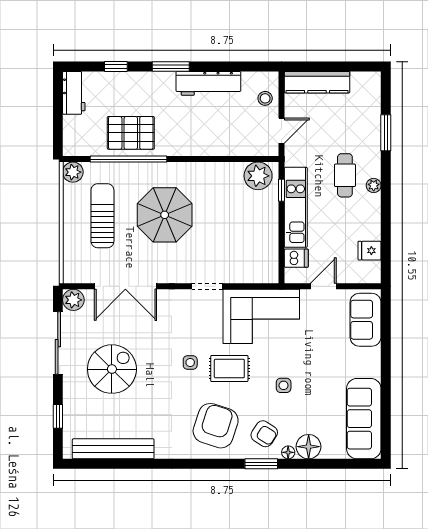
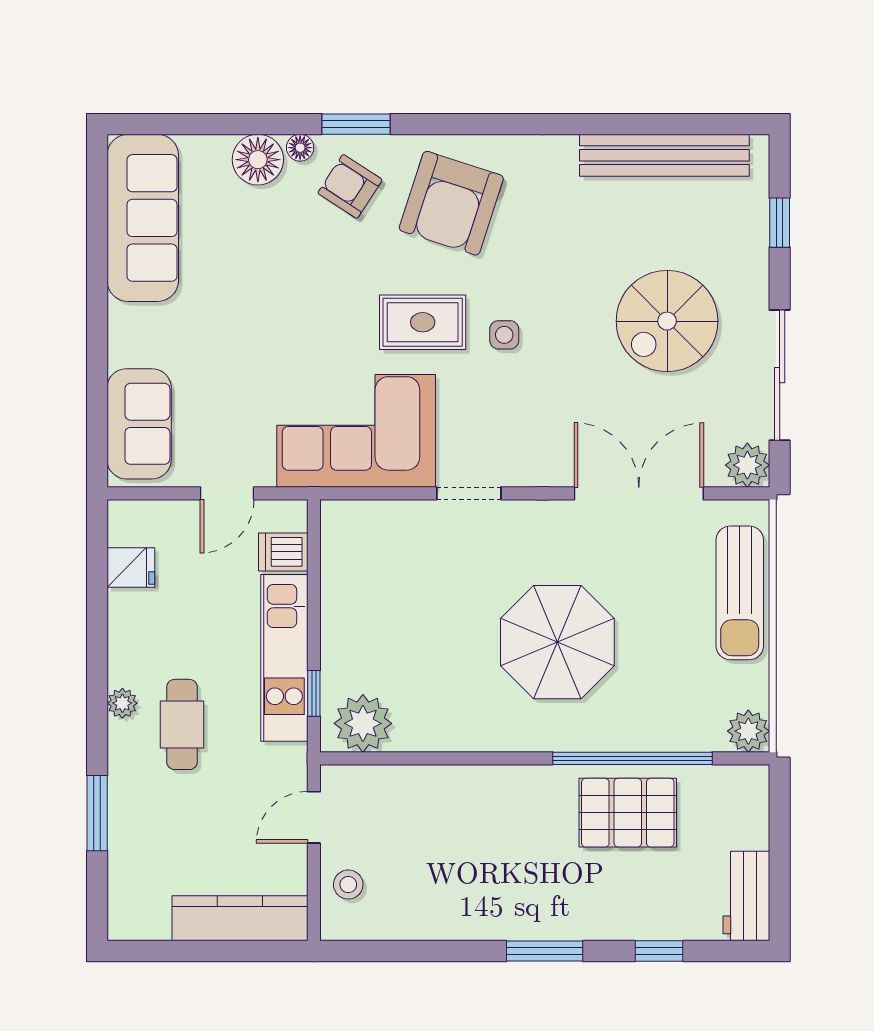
workbench: (208, 83) -> (466, 916), removed
sun lounger: (102, 216) -> (740, 593), moved
side table: (284, 385) -> (310, 287), removed

